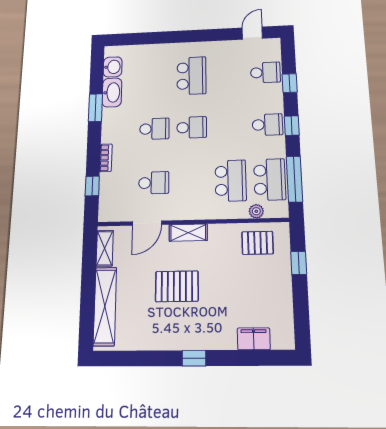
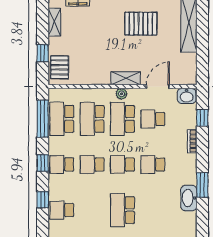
washbasin: (113, 67) -> (187, 96), moved, turned -90
school desk: (229, 126) -> (92, 165), added
school desk: (192, 182) -> (122, 119), added
plant: (256, 211) -> (121, 94), moved
pallet: (258, 243) -> (60, 67), moved, turned 90
shelving: (105, 248) -> (54, 22), moved
pallet: (177, 286) -> (141, 24), moved

